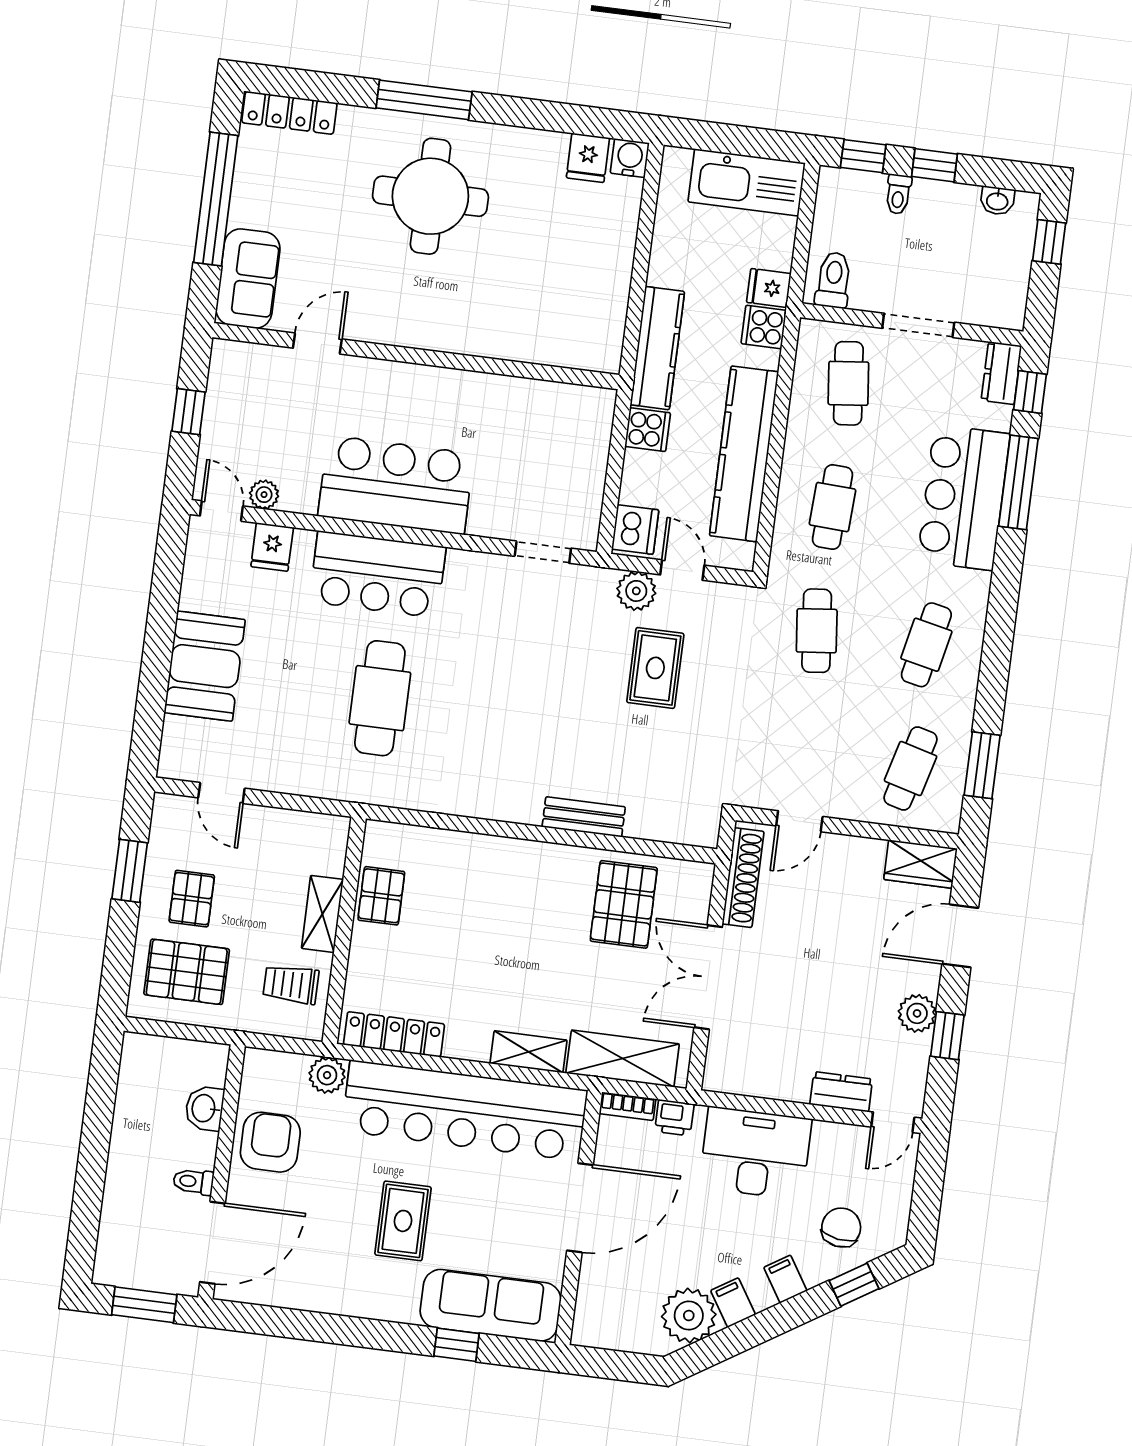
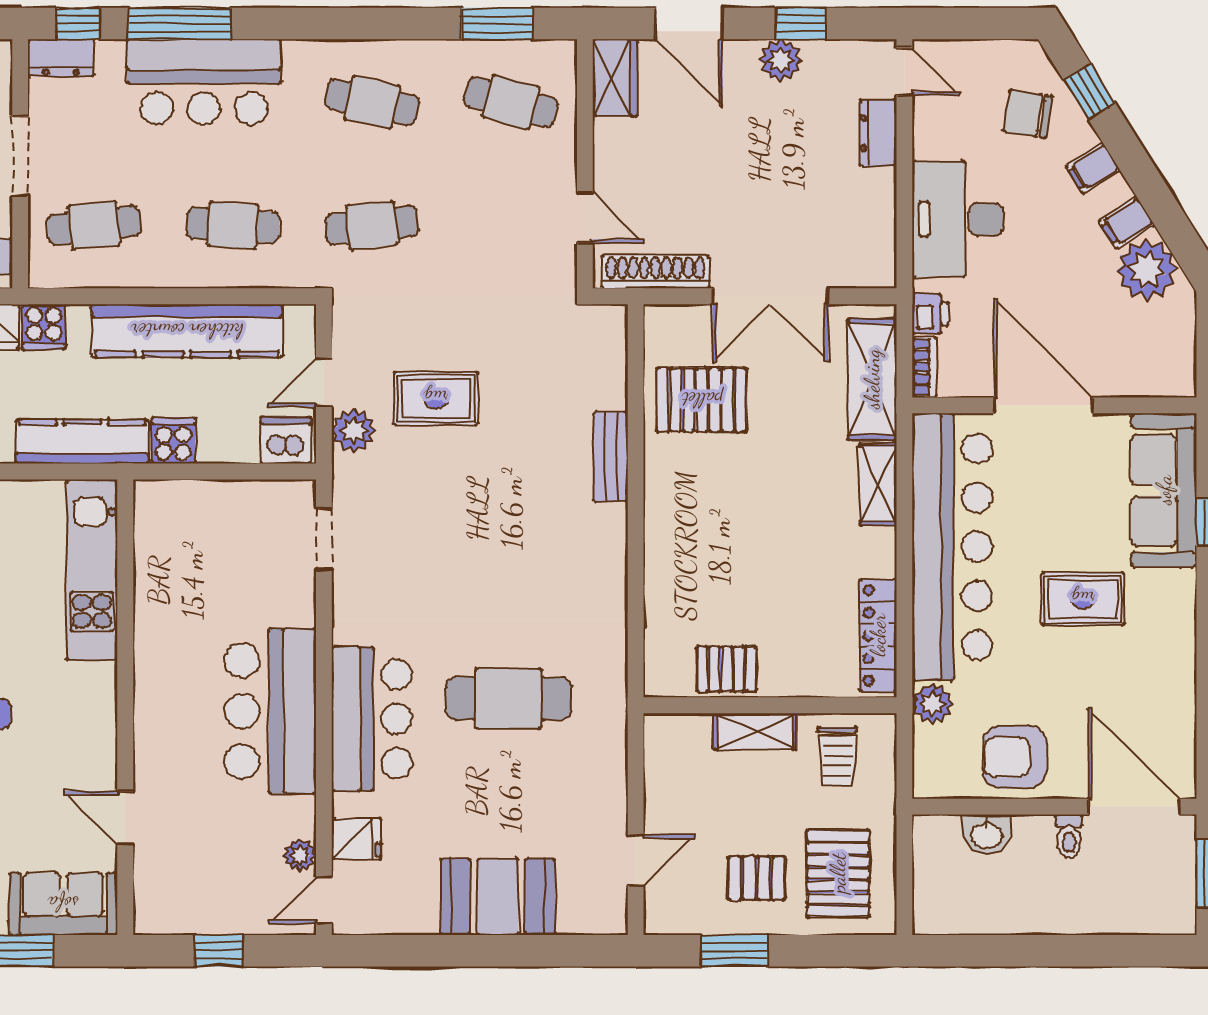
kitchen unit: (542, 342) -> (92, 570), added

